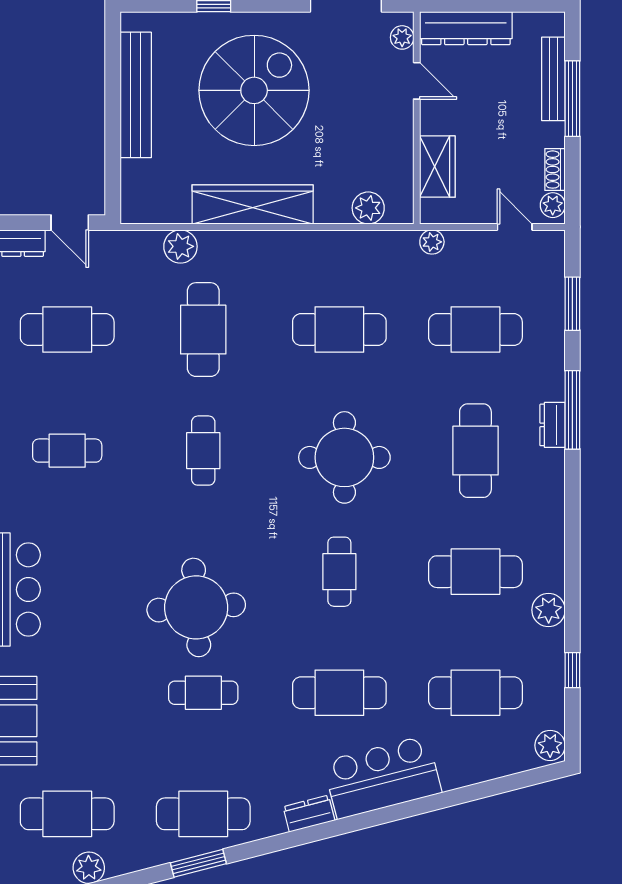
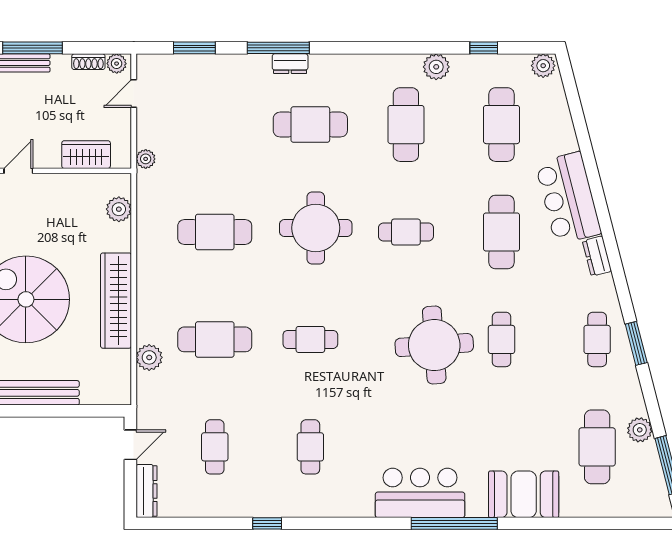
cafe table: (67, 330) -> (215, 447), width x0.73, depth x0.74
cafe table: (339, 330) -> (215, 232), turned 90
cafe table: (475, 330) -> (215, 125), removed
cafe table: (203, 814) -> (597, 339), width x0.73, depth x0.74

